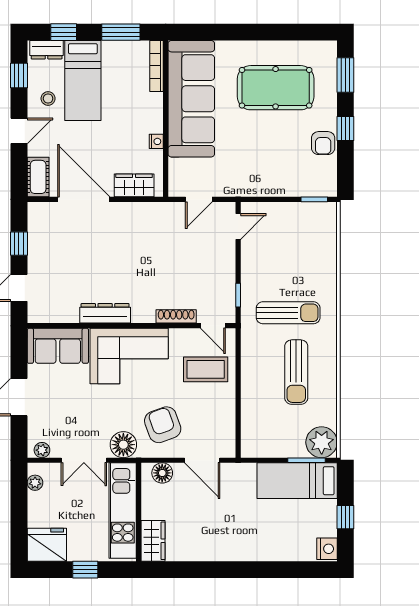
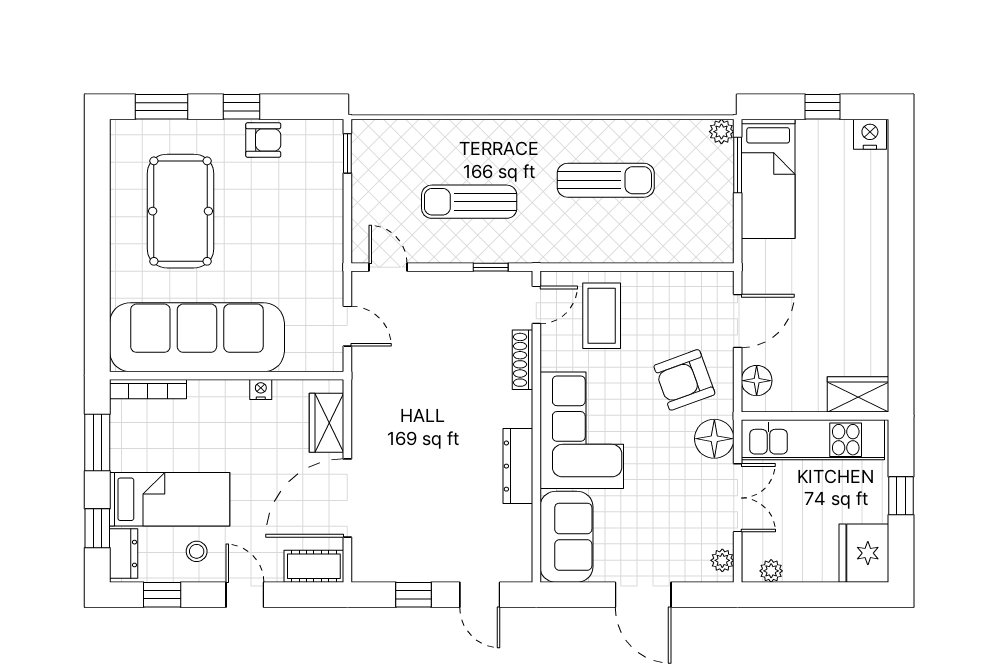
sun lounger: (288, 313) -> (469, 202), moved, turned -90
plant: (322, 442) -> (721, 132), width x0.53, depth x0.53

